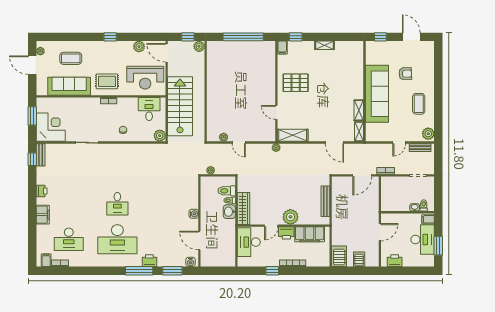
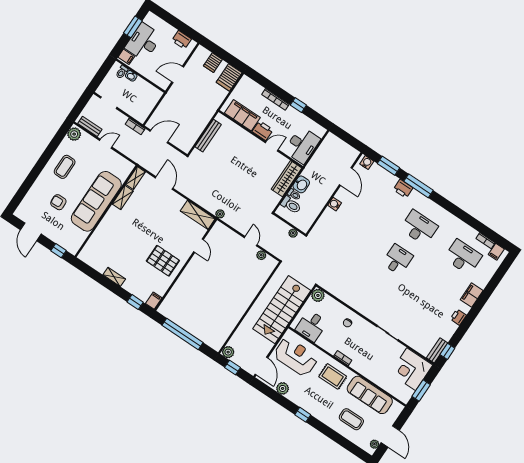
plant: (290, 217) -> (249, 143), removed
desk: (117, 239) -> (419, 227), width x0.73, depth x0.77

